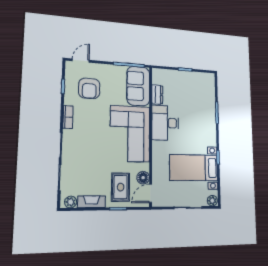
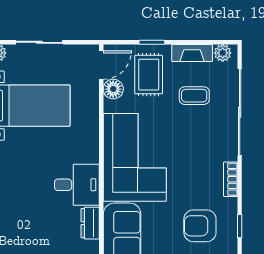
armchair: (89, 88) -> (200, 226), turned -90
desk: (165, 123) -> (77, 185), width x0.73
coffee table: (91, 173) -> (194, 96), added

